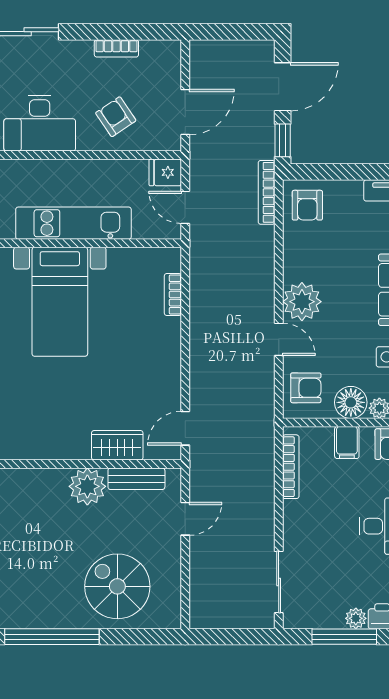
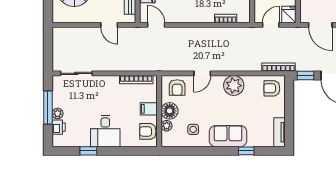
plant: (302, 302) -> (234, 86), moved

